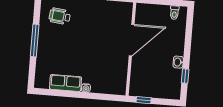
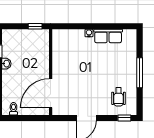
wheelchair: (60, 16) -> (118, 97), turned 84
door: (132, 40) -> (51, 93), moved

